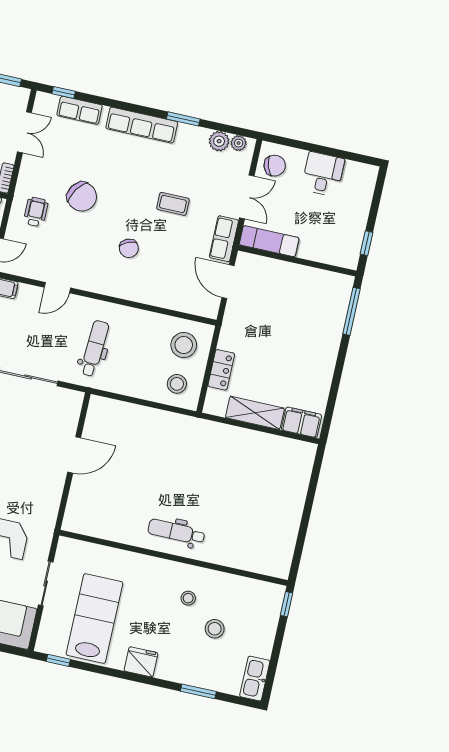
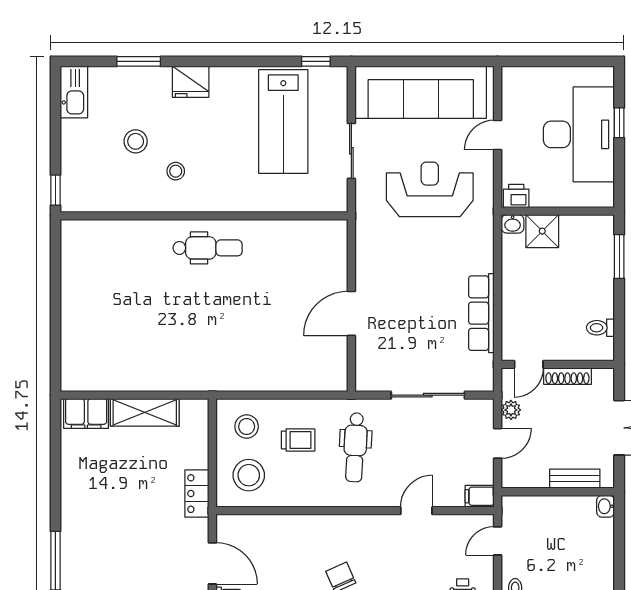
trolley: (139, 364) -> (298, 440), added
locker: (221, 370) -> (197, 494), moved
fridge: (141, 662) -> (191, 82), moved

